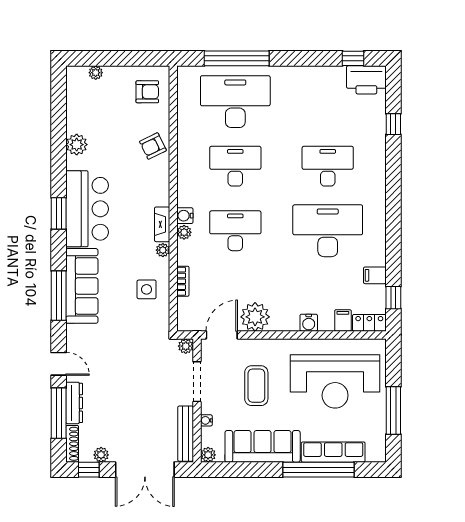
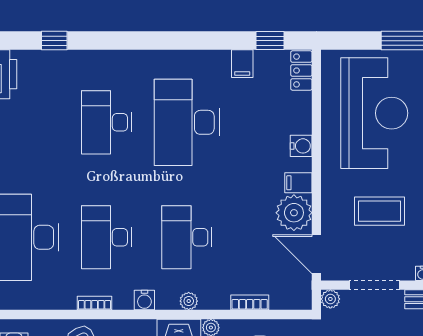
bookcase: (182, 157) -> (95, 303), added
water cooler: (185, 216) -> (144, 300), moved
filing cabinet: (343, 320) -> (298, 183), moved

